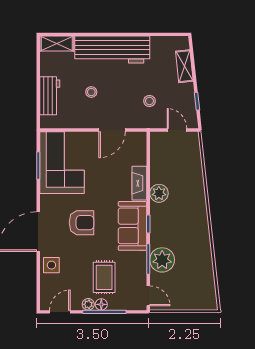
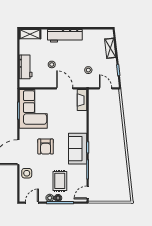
workbench: (112, 50) -> (65, 36), width x0.73, depth x0.76
door: (112, 130) -> (65, 88), swing flipped
fireplace: (139, 183) -> (82, 100), moved
plant: (159, 193) -> (94, 128), removed
armchair: (82, 223) -> (46, 147), turned 90
plant: (162, 260) -> (96, 170), removed
door: (148, 296) -> (88, 193), swing flipped

